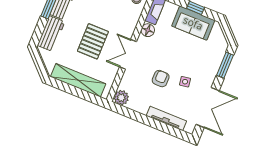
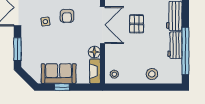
pallet: (93, 41) -> (136, 24), width x0.67, depth x0.71
double door: (128, 54) -> (103, 25), width x1.37

